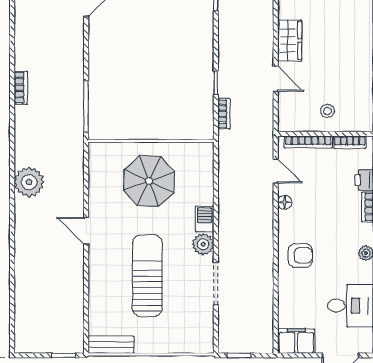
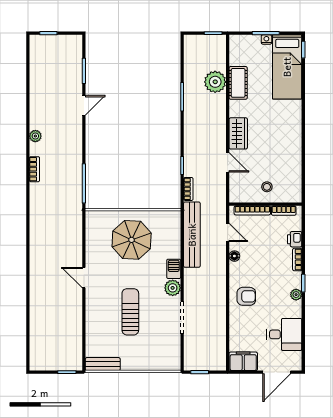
bench: (229, 174) -> (192, 235), added
plant: (29, 182) -> (35, 136), moved, width x0.53, depth x0.53
sun lounger: (147, 276) -> (130, 312), width x0.73, depth x0.75

